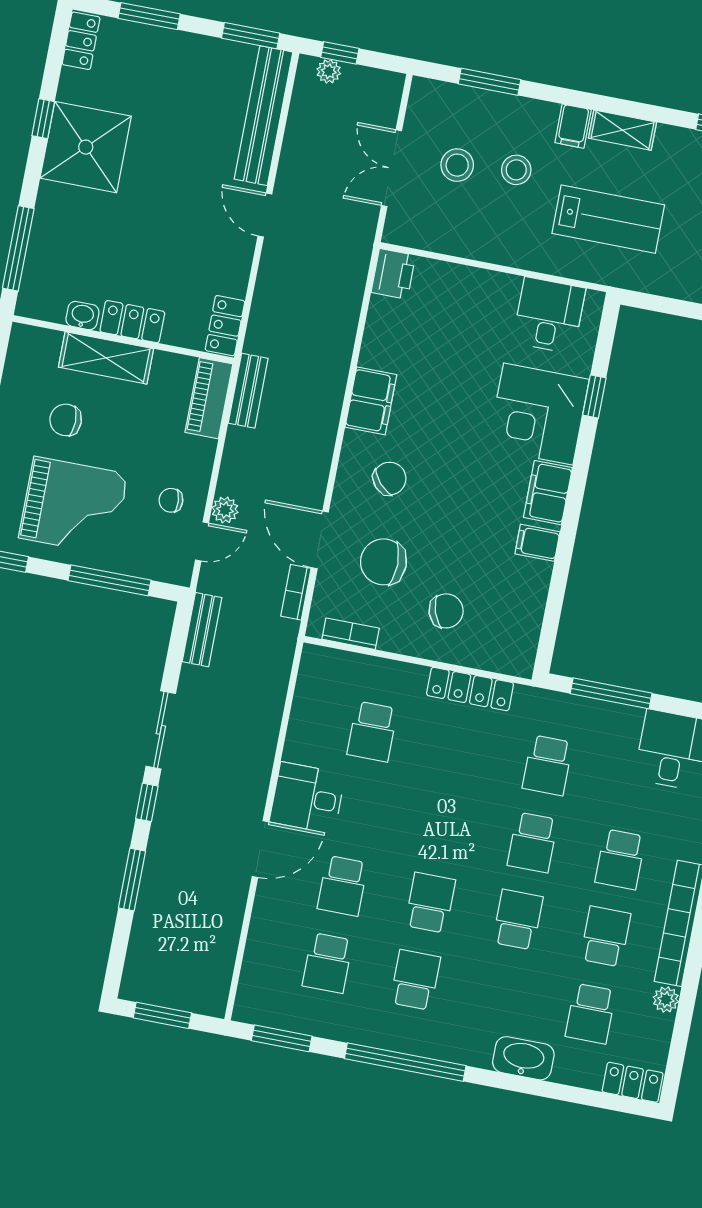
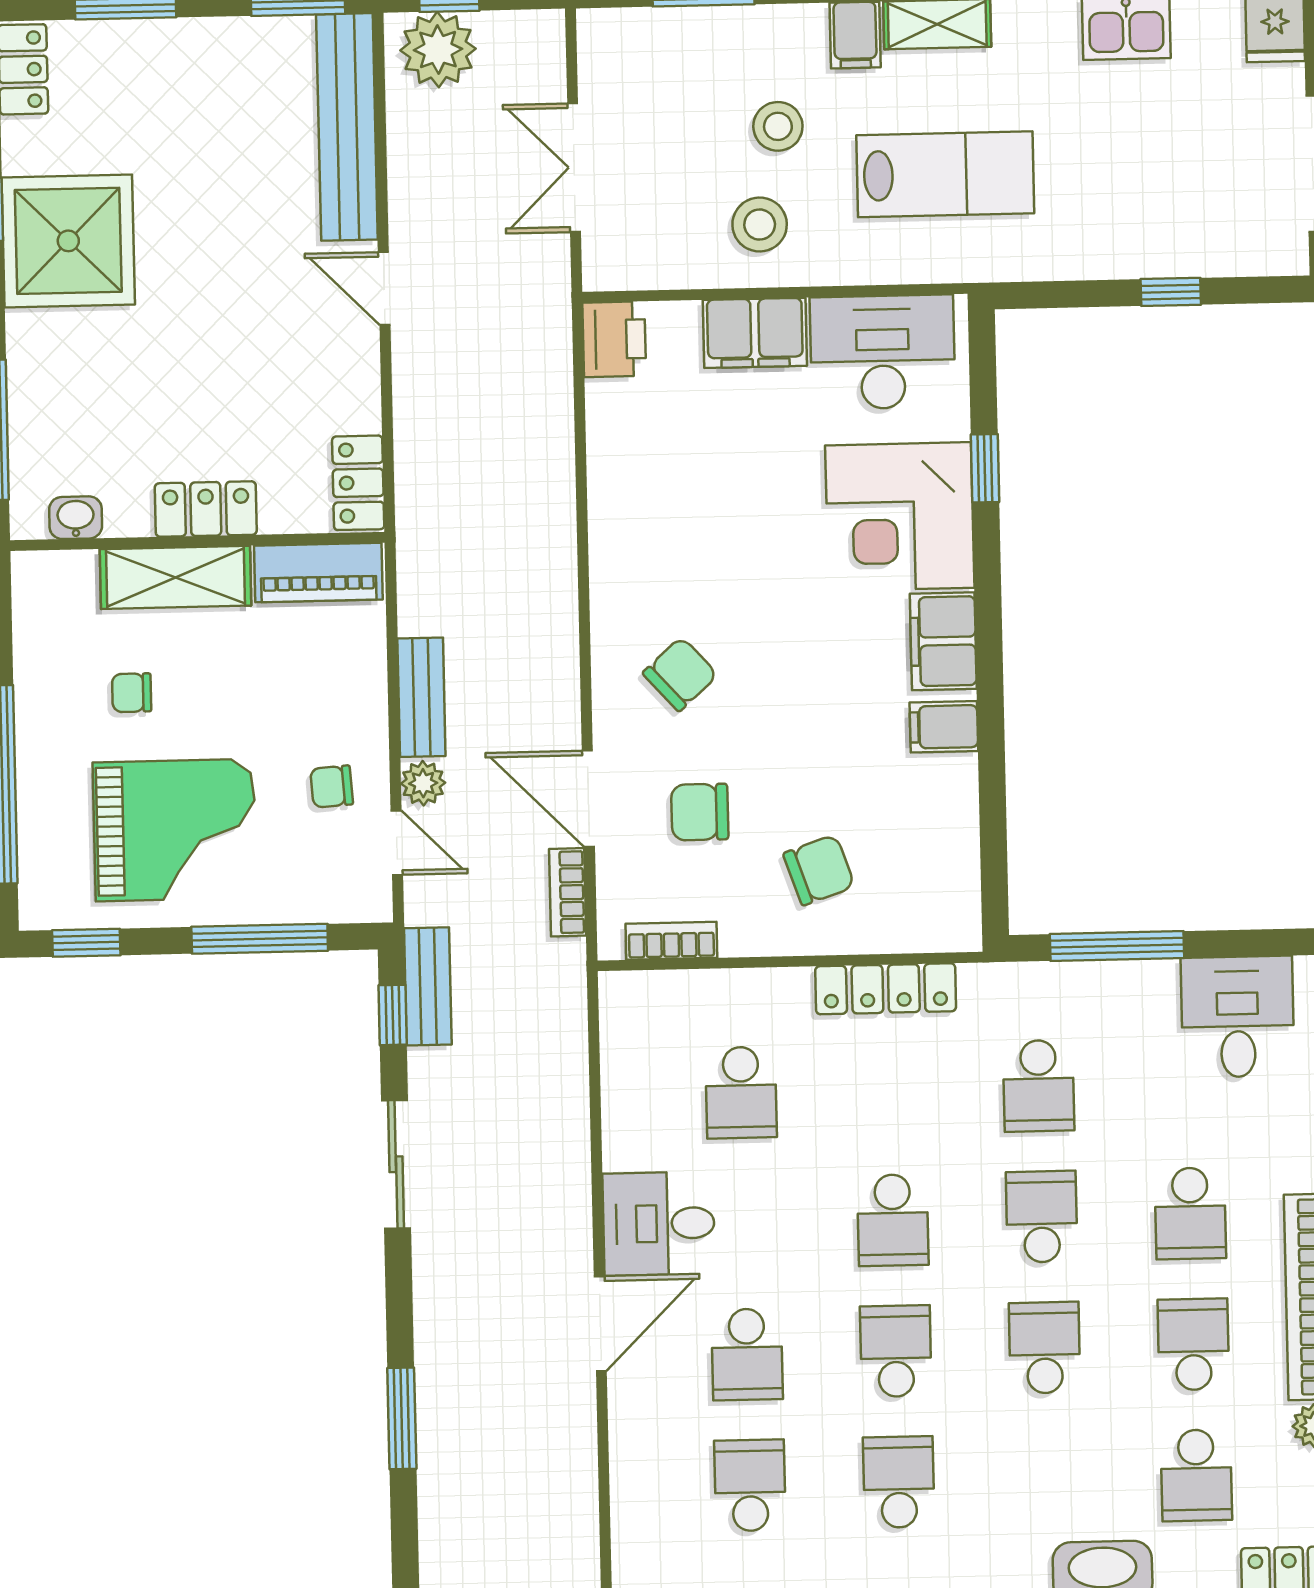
plant: (329, 71) -> (438, 49), width x1.88, depth x1.88
stool: (457, 165) -> (760, 225), moved
desk: (549, 315) -> (883, 352), width x1.37
washbasin: (82, 316) -> (76, 518), moved
bench: (248, 391) -> (421, 697), moved
piano: (209, 398) -> (318, 573), moved, turned -90
filing cabinet: (371, 401) -> (755, 333), moved, turned 90
chair: (66, 420) -> (132, 693), width x0.73, depth x0.73
door: (202, 541) -> (397, 843), hinge flipped
chair: (383, 562) -> (700, 812), width x0.73, depth x0.73
window: (147, 802) -> (393, 1015), moved
school desk: (445, 826) -> (893, 1220), added
school desk: (533, 842) -> (1042, 1217), turned 180
school desk: (328, 963) -> (750, 1485), turned 180

